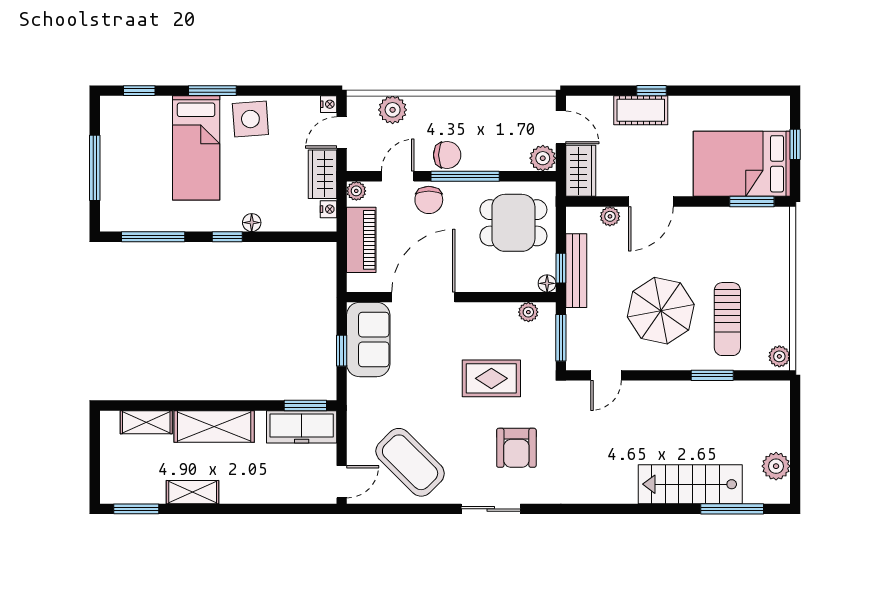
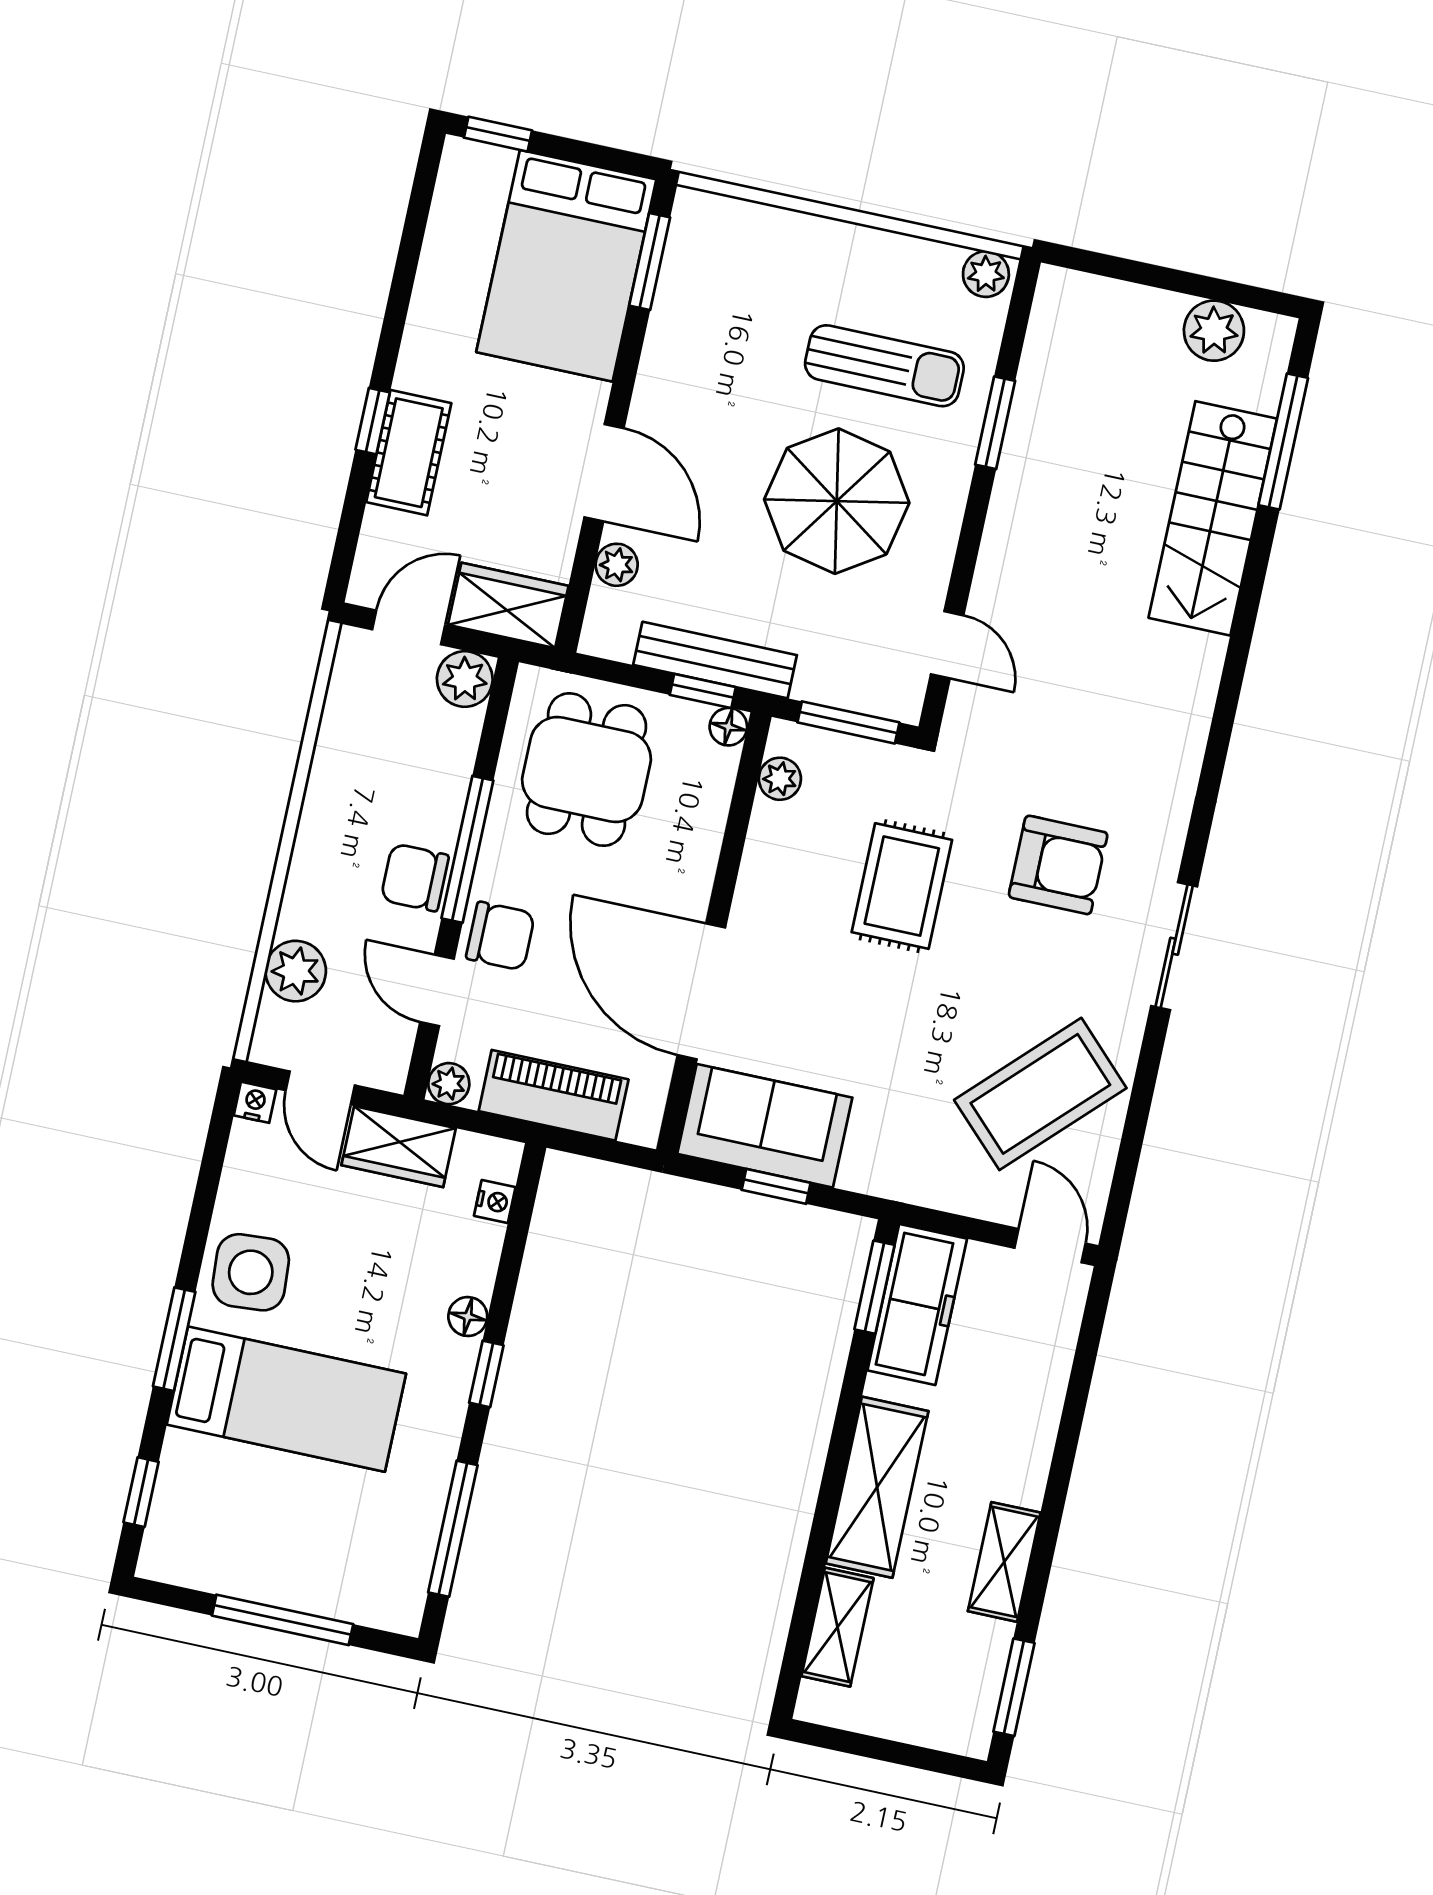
window: (795, 144) -> (498, 134), moved
chair: (447, 155) -> (415, 877), turned -90
nightstand: (328, 209) -> (495, 1202), moved, turned 90

